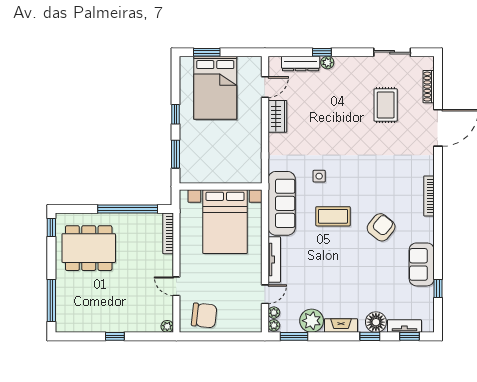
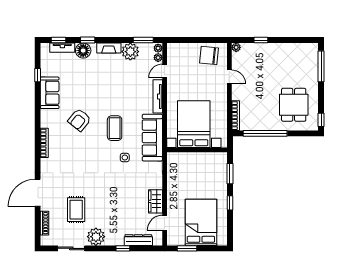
window: (207, 52) -> (187, 248), moved
plant: (327, 63) -> (96, 237), moved, width x1.88, depth x1.88
coffee table: (333, 216) -> (115, 128), turned 90
dining table: (89, 248) -> (294, 105), width x0.73
window: (115, 336) -> (261, 40), moved

